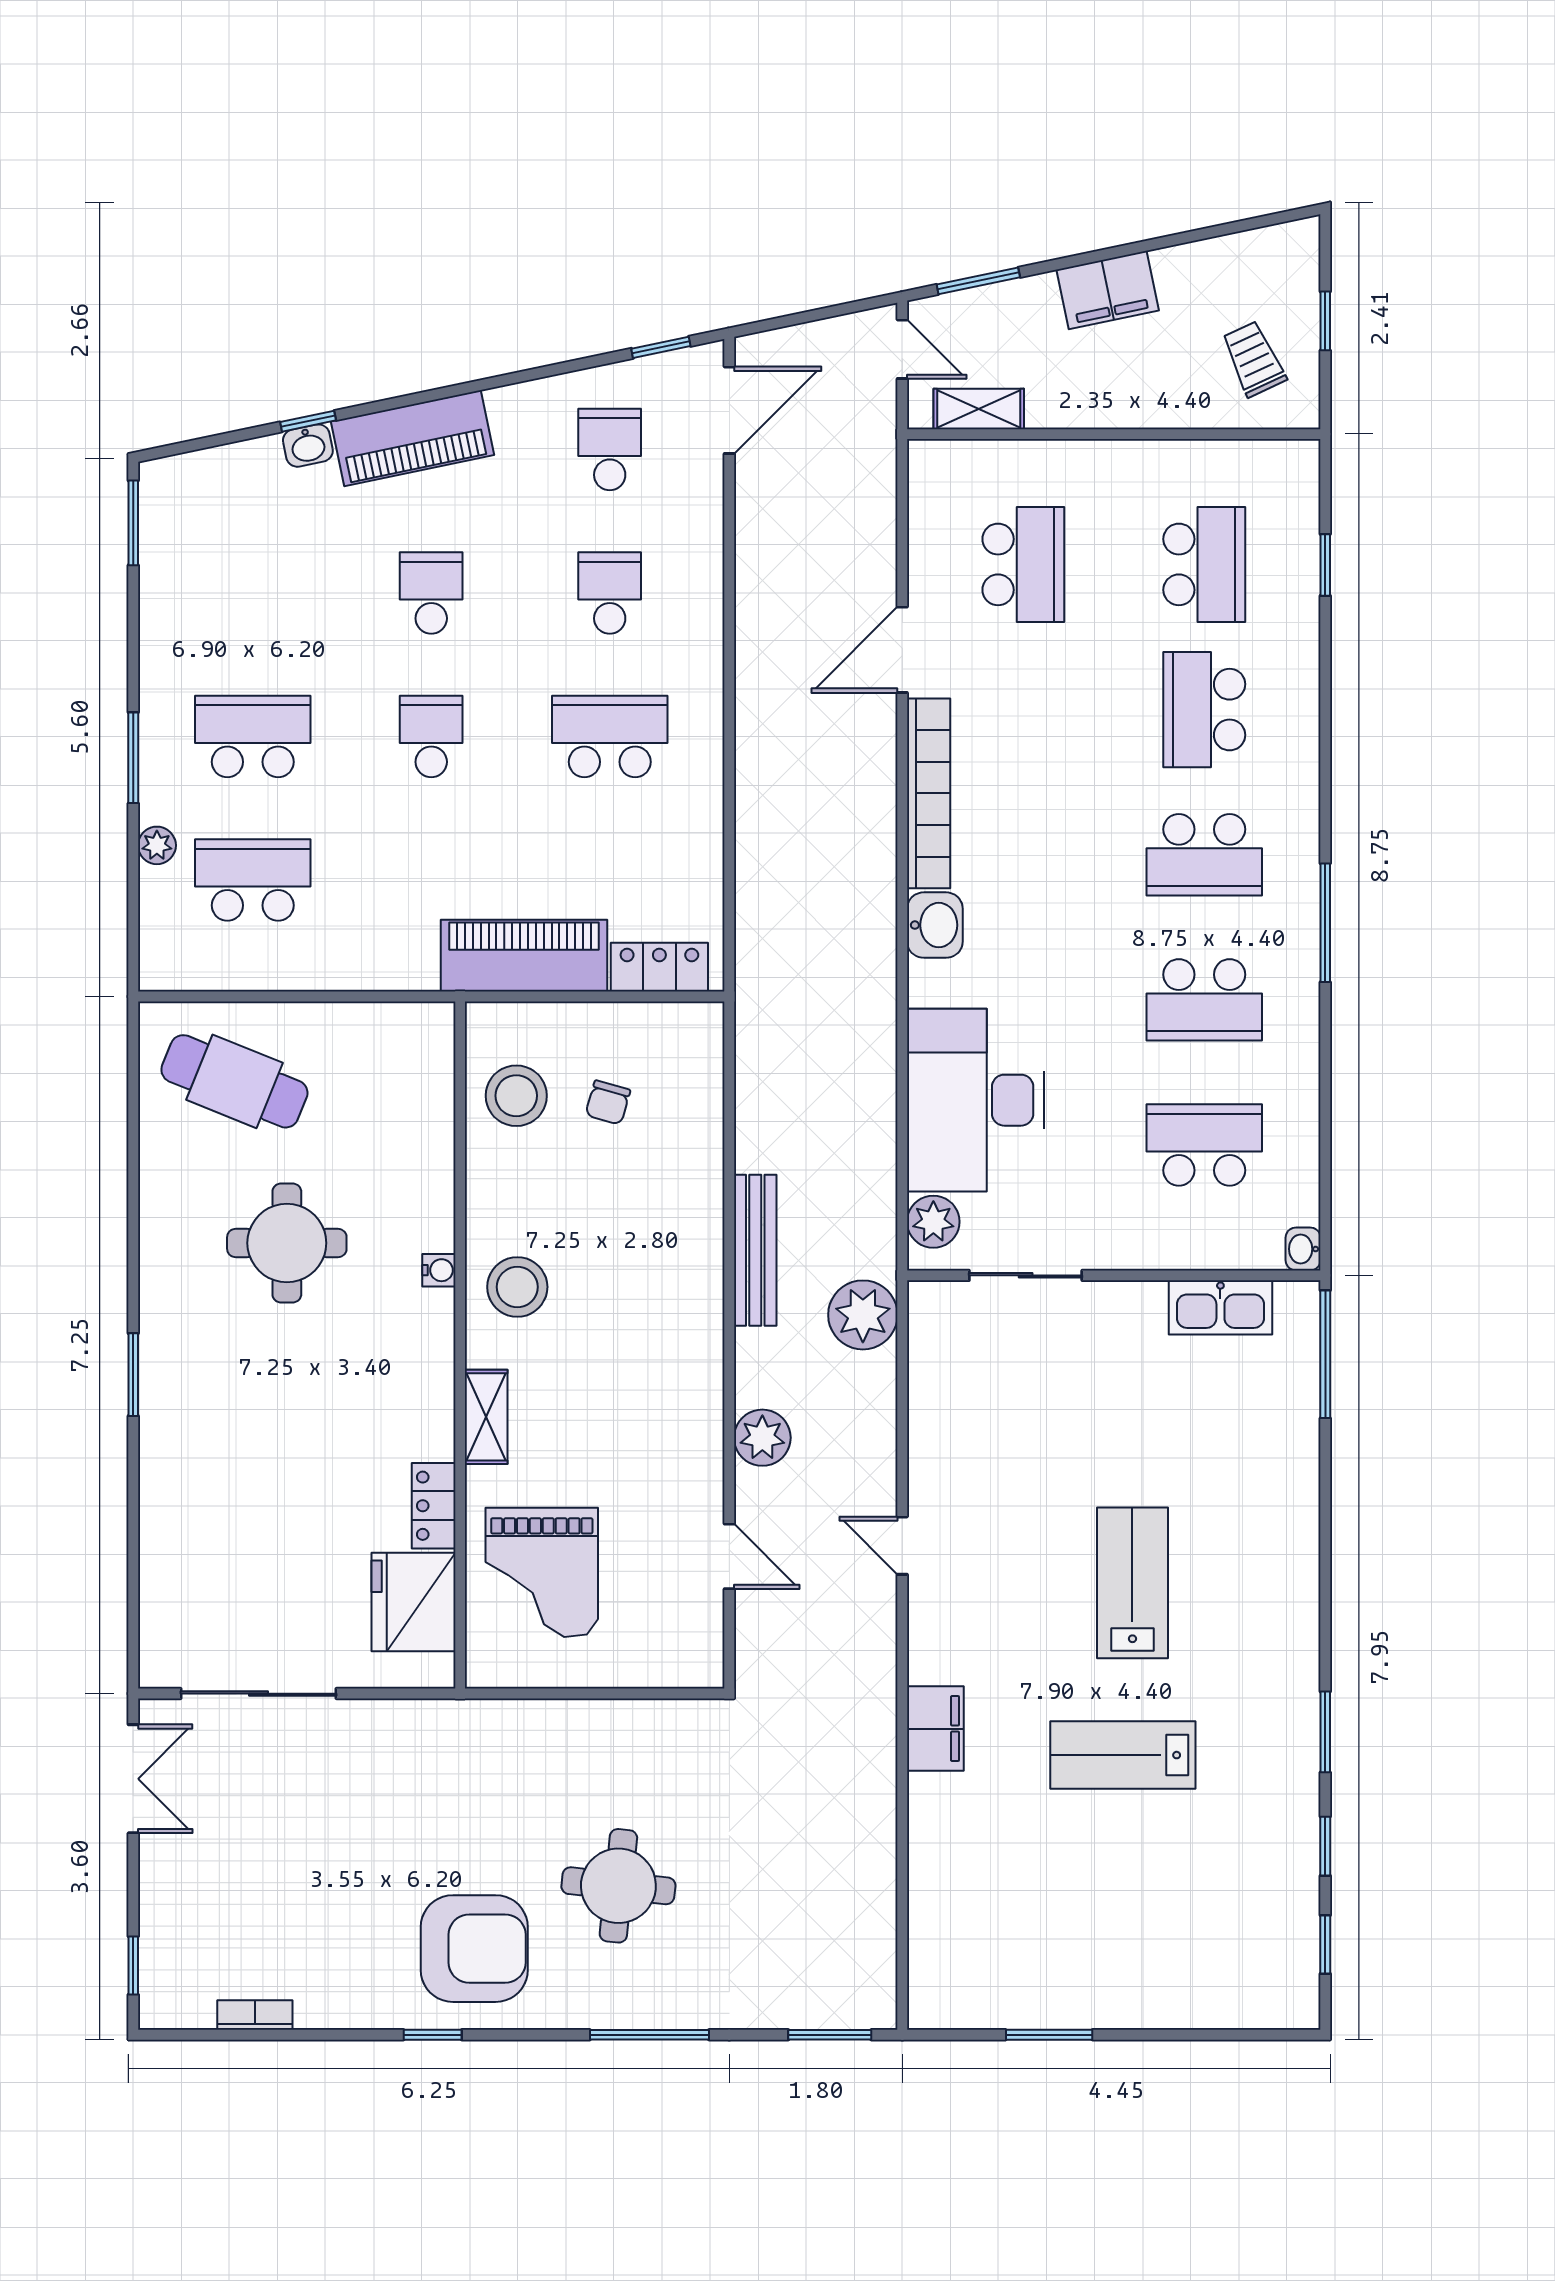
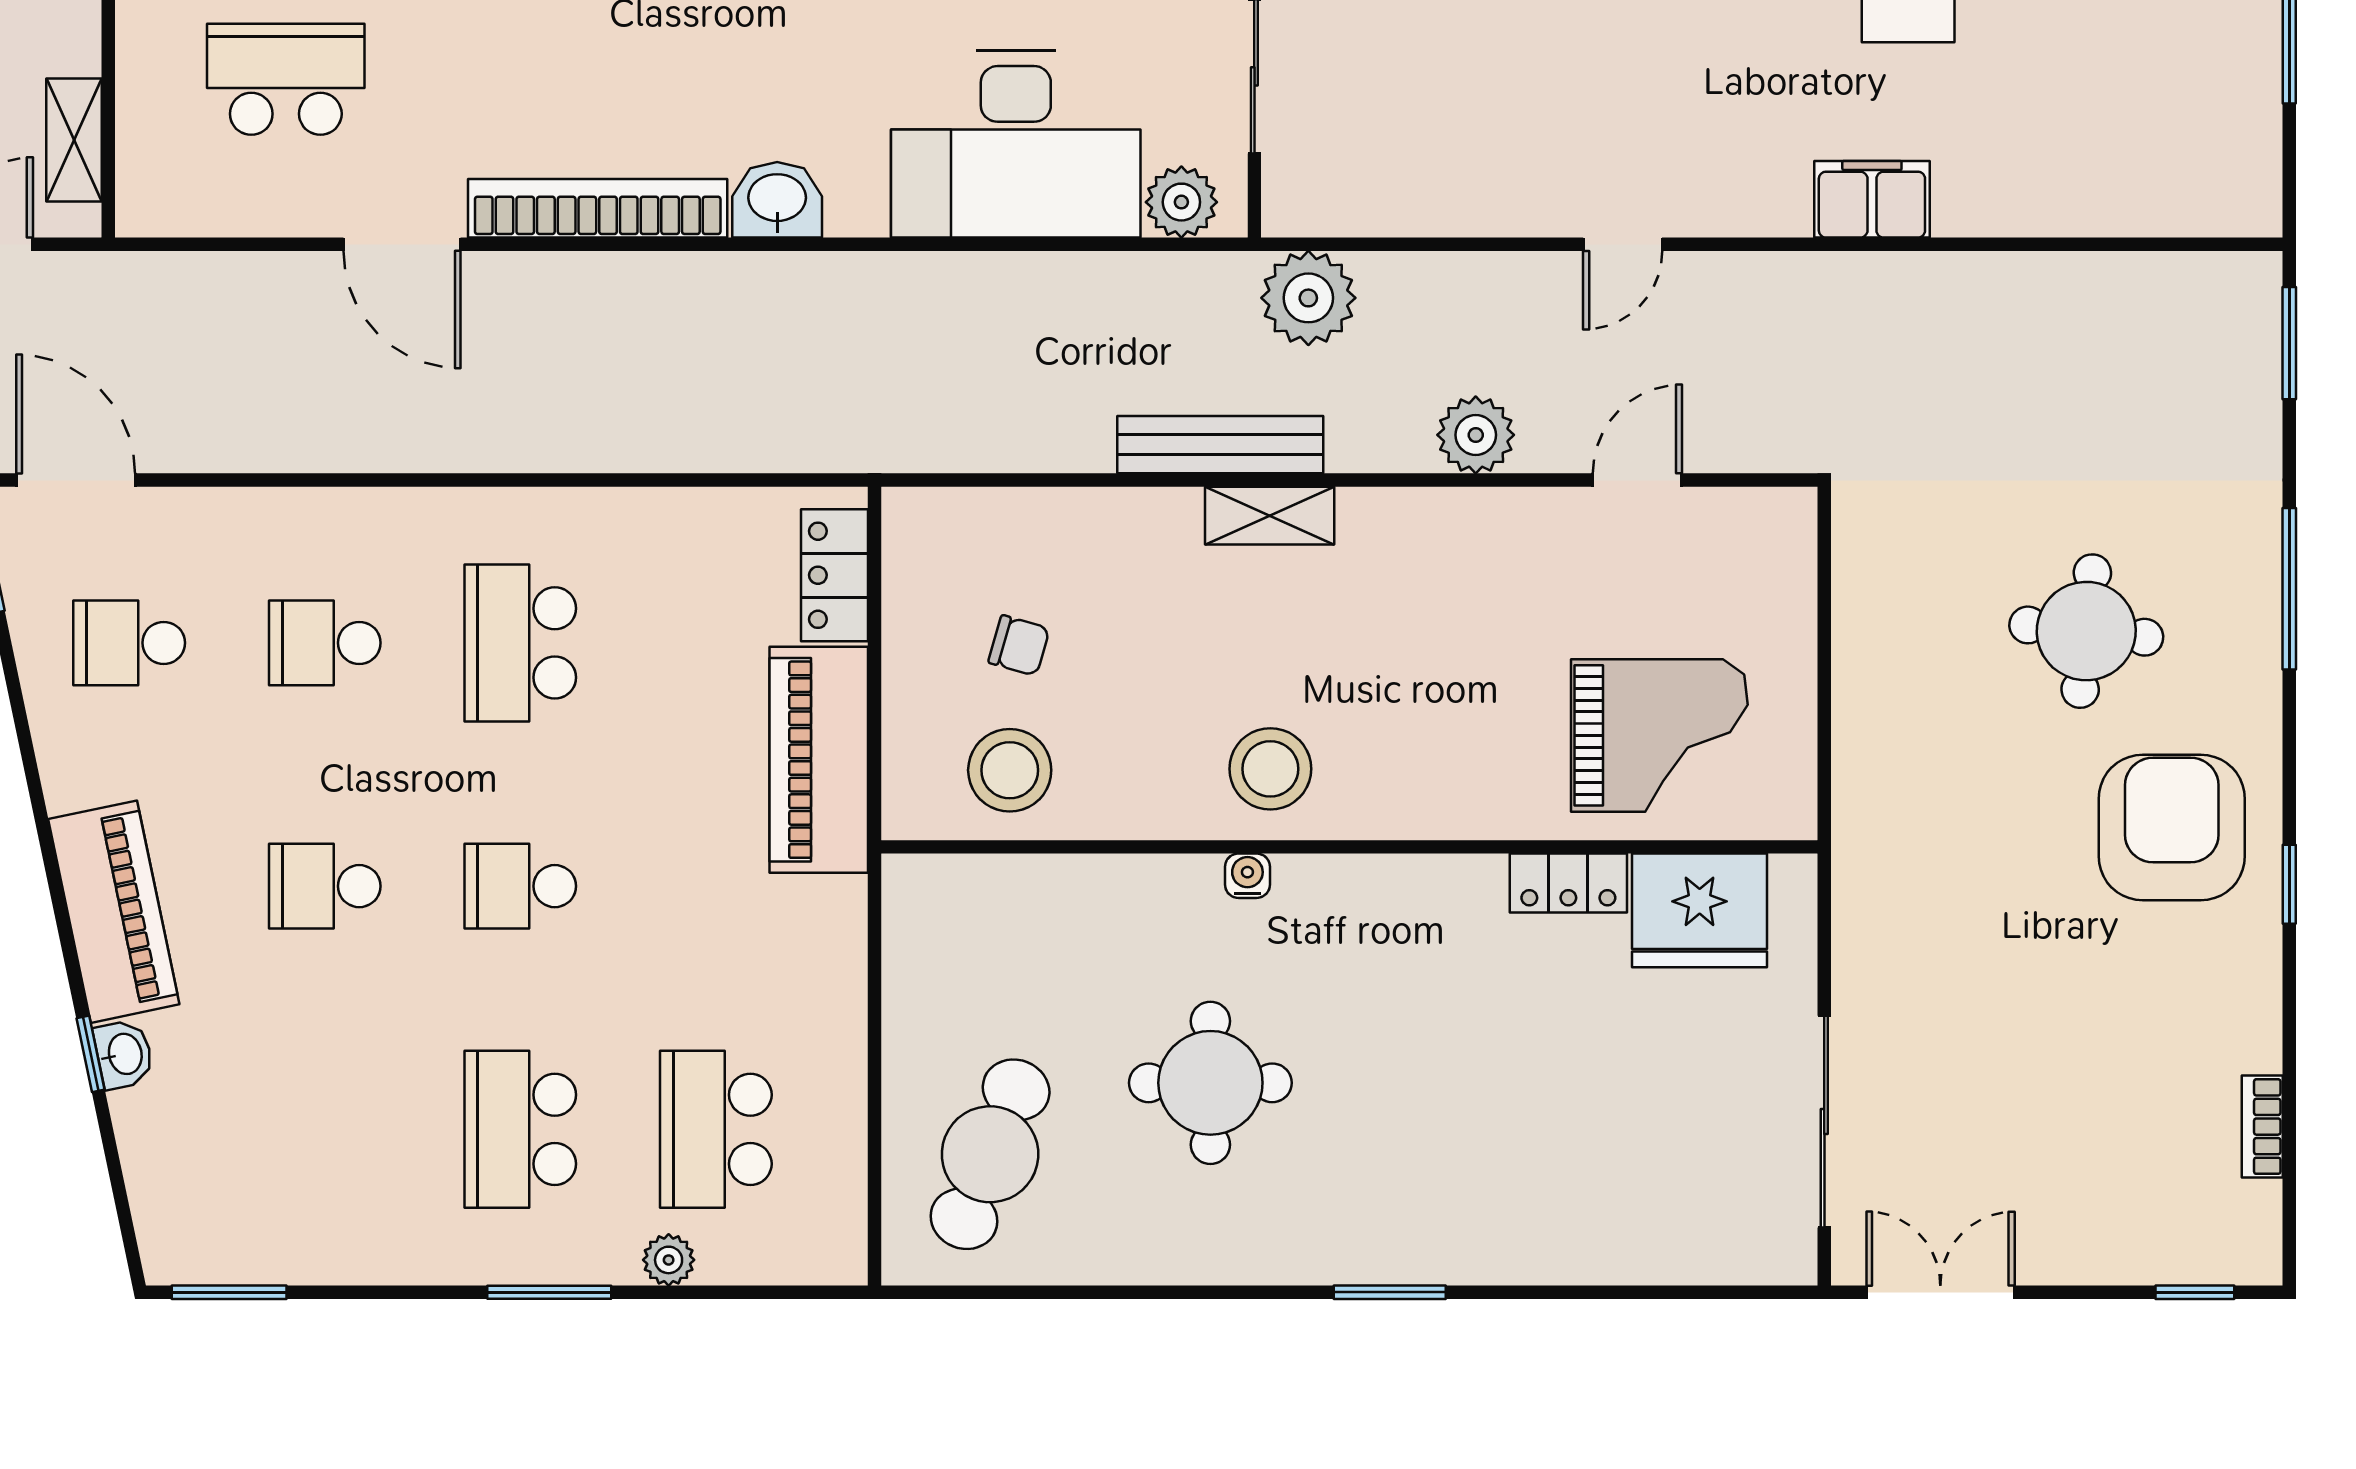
shelving: (486, 1417) -> (1270, 516), moved

